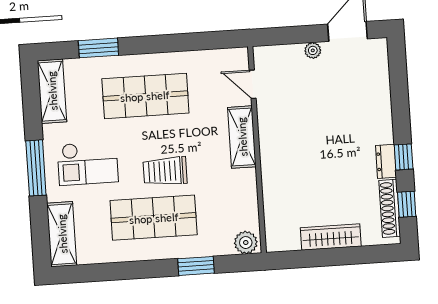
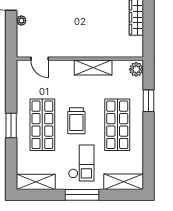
window: (98, 48) -> (11, 126), moved
door: (253, 84) -> (40, 59), hinge flipped
shelving: (242, 137) -> (93, 67), moved
trolley: (165, 171) -> (76, 121), moved

